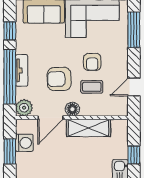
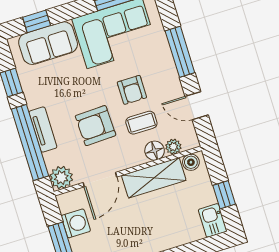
window: (134, 30) -> (180, 52), moved
door: (134, 87) -> (197, 106), hinge flipped
floor lamp: (72, 109) -> (155, 151), moved
plant: (109, 110) -> (173, 147), added
boiler: (118, 125) -> (191, 162), added

